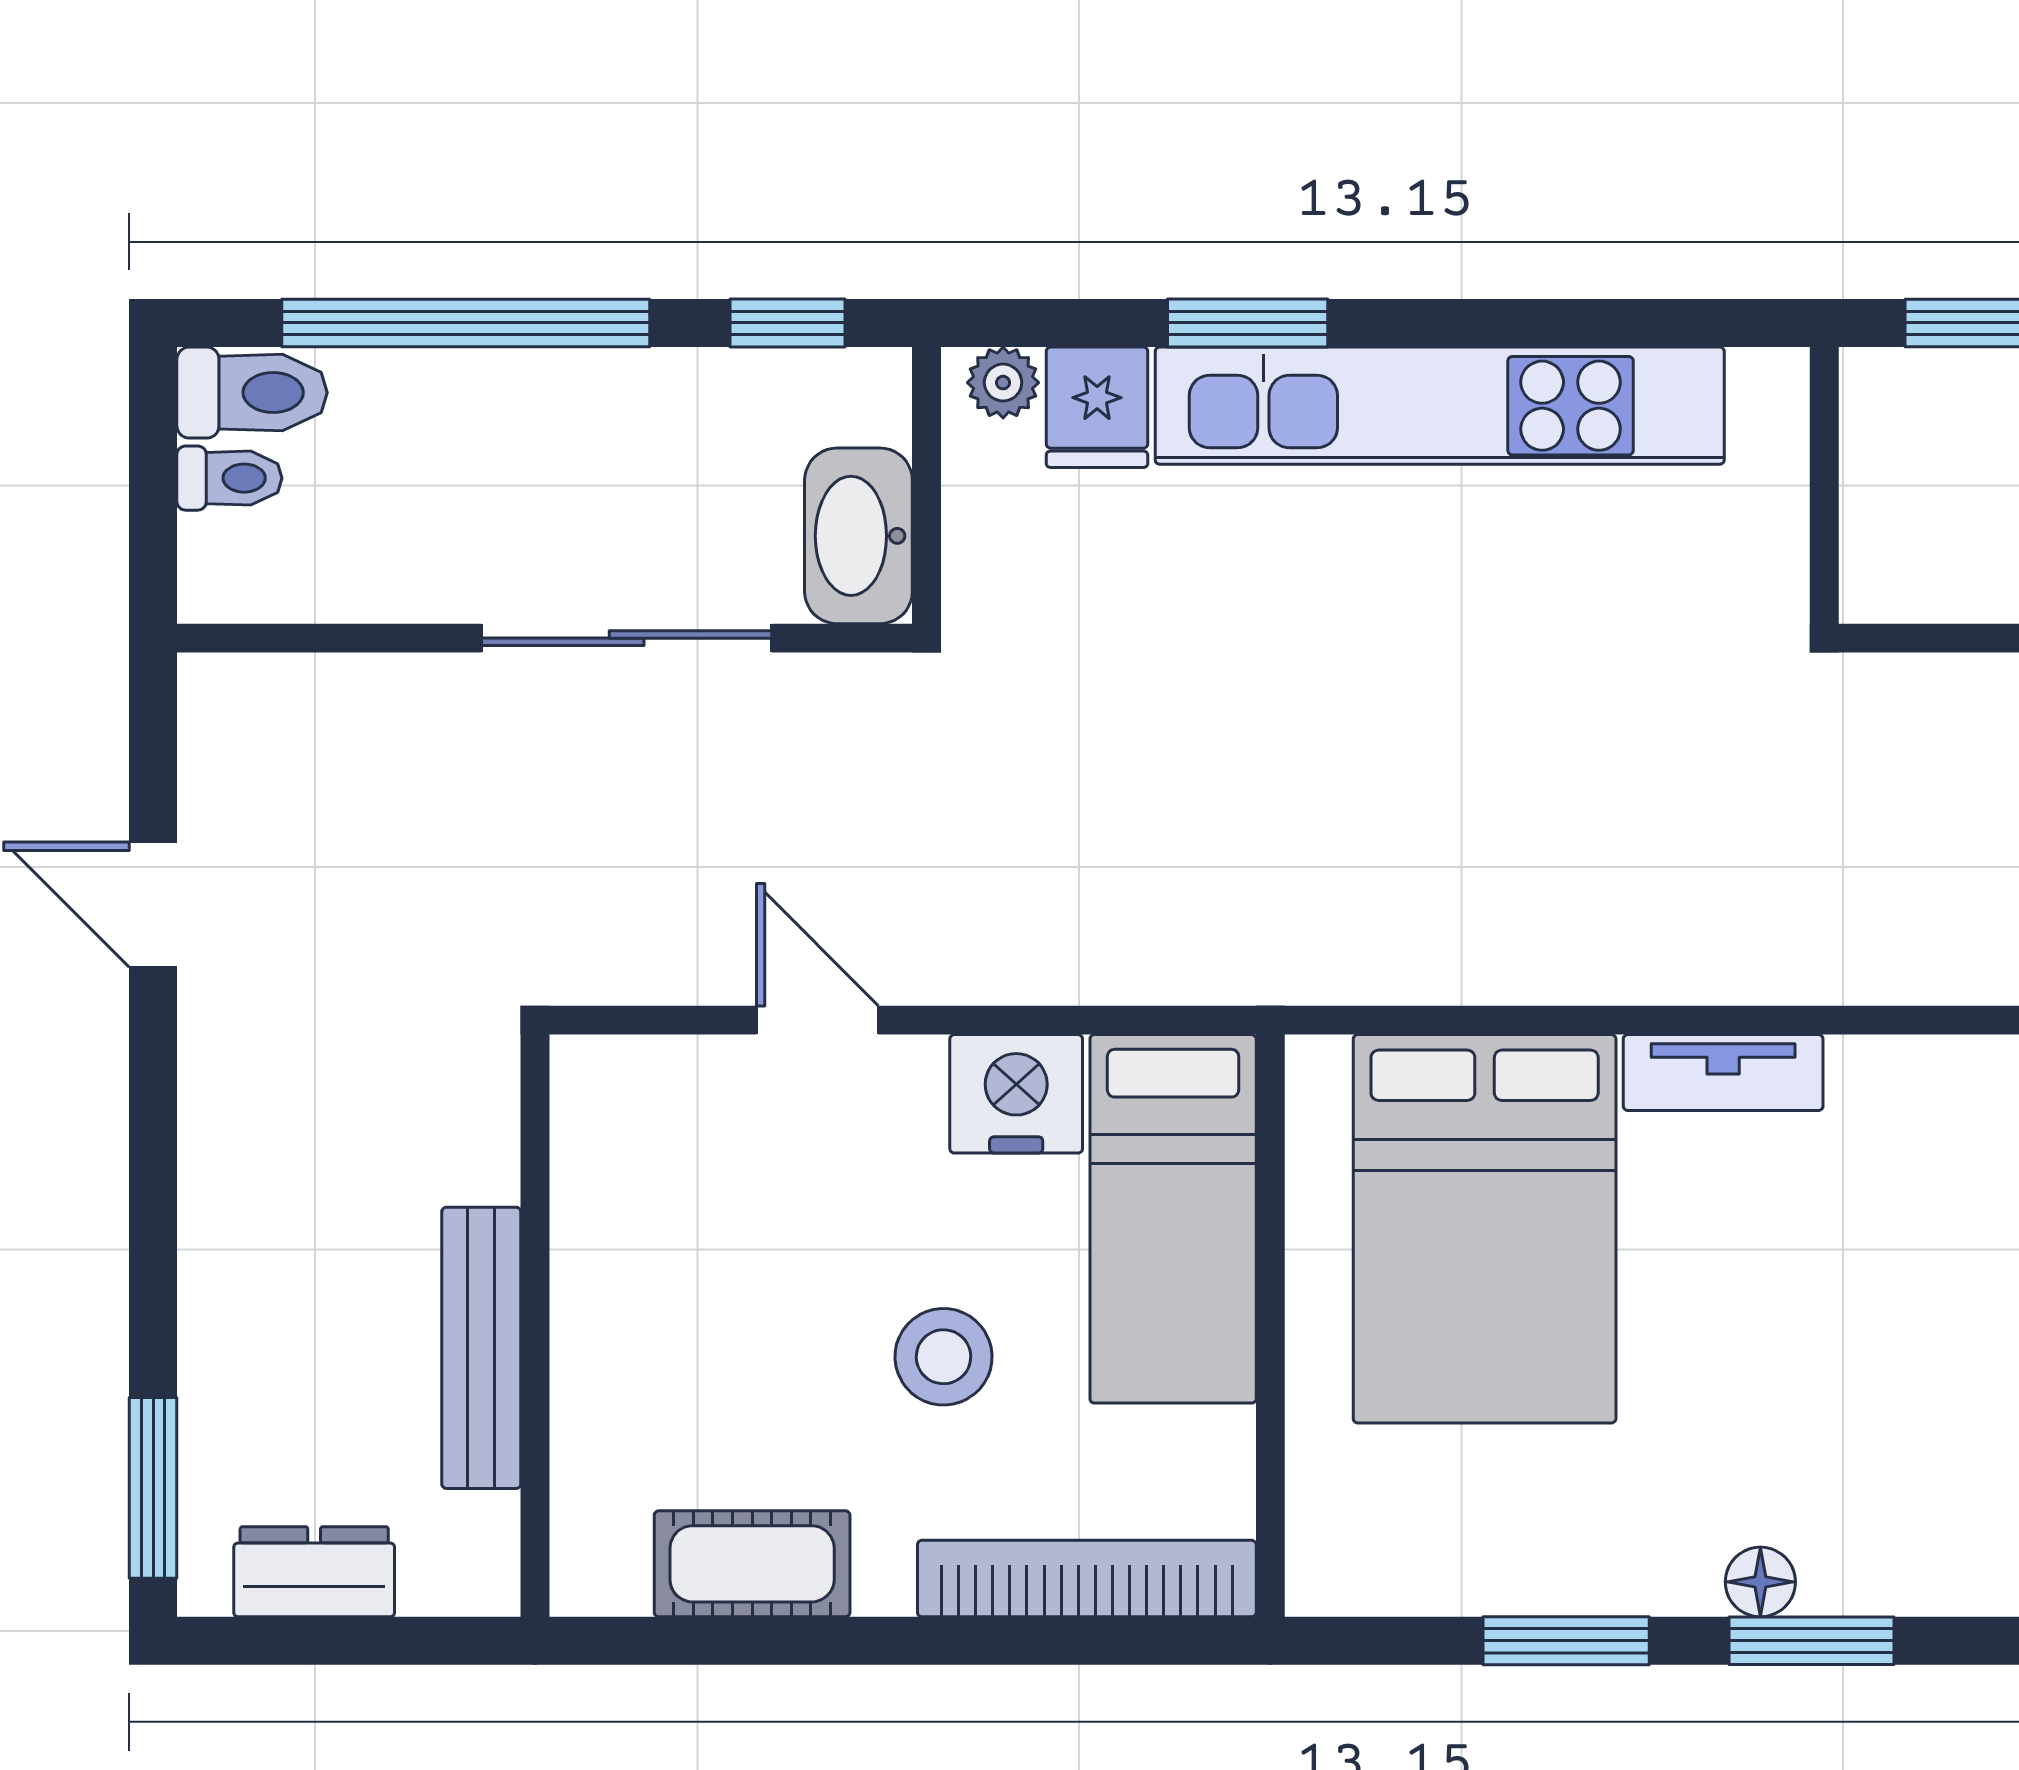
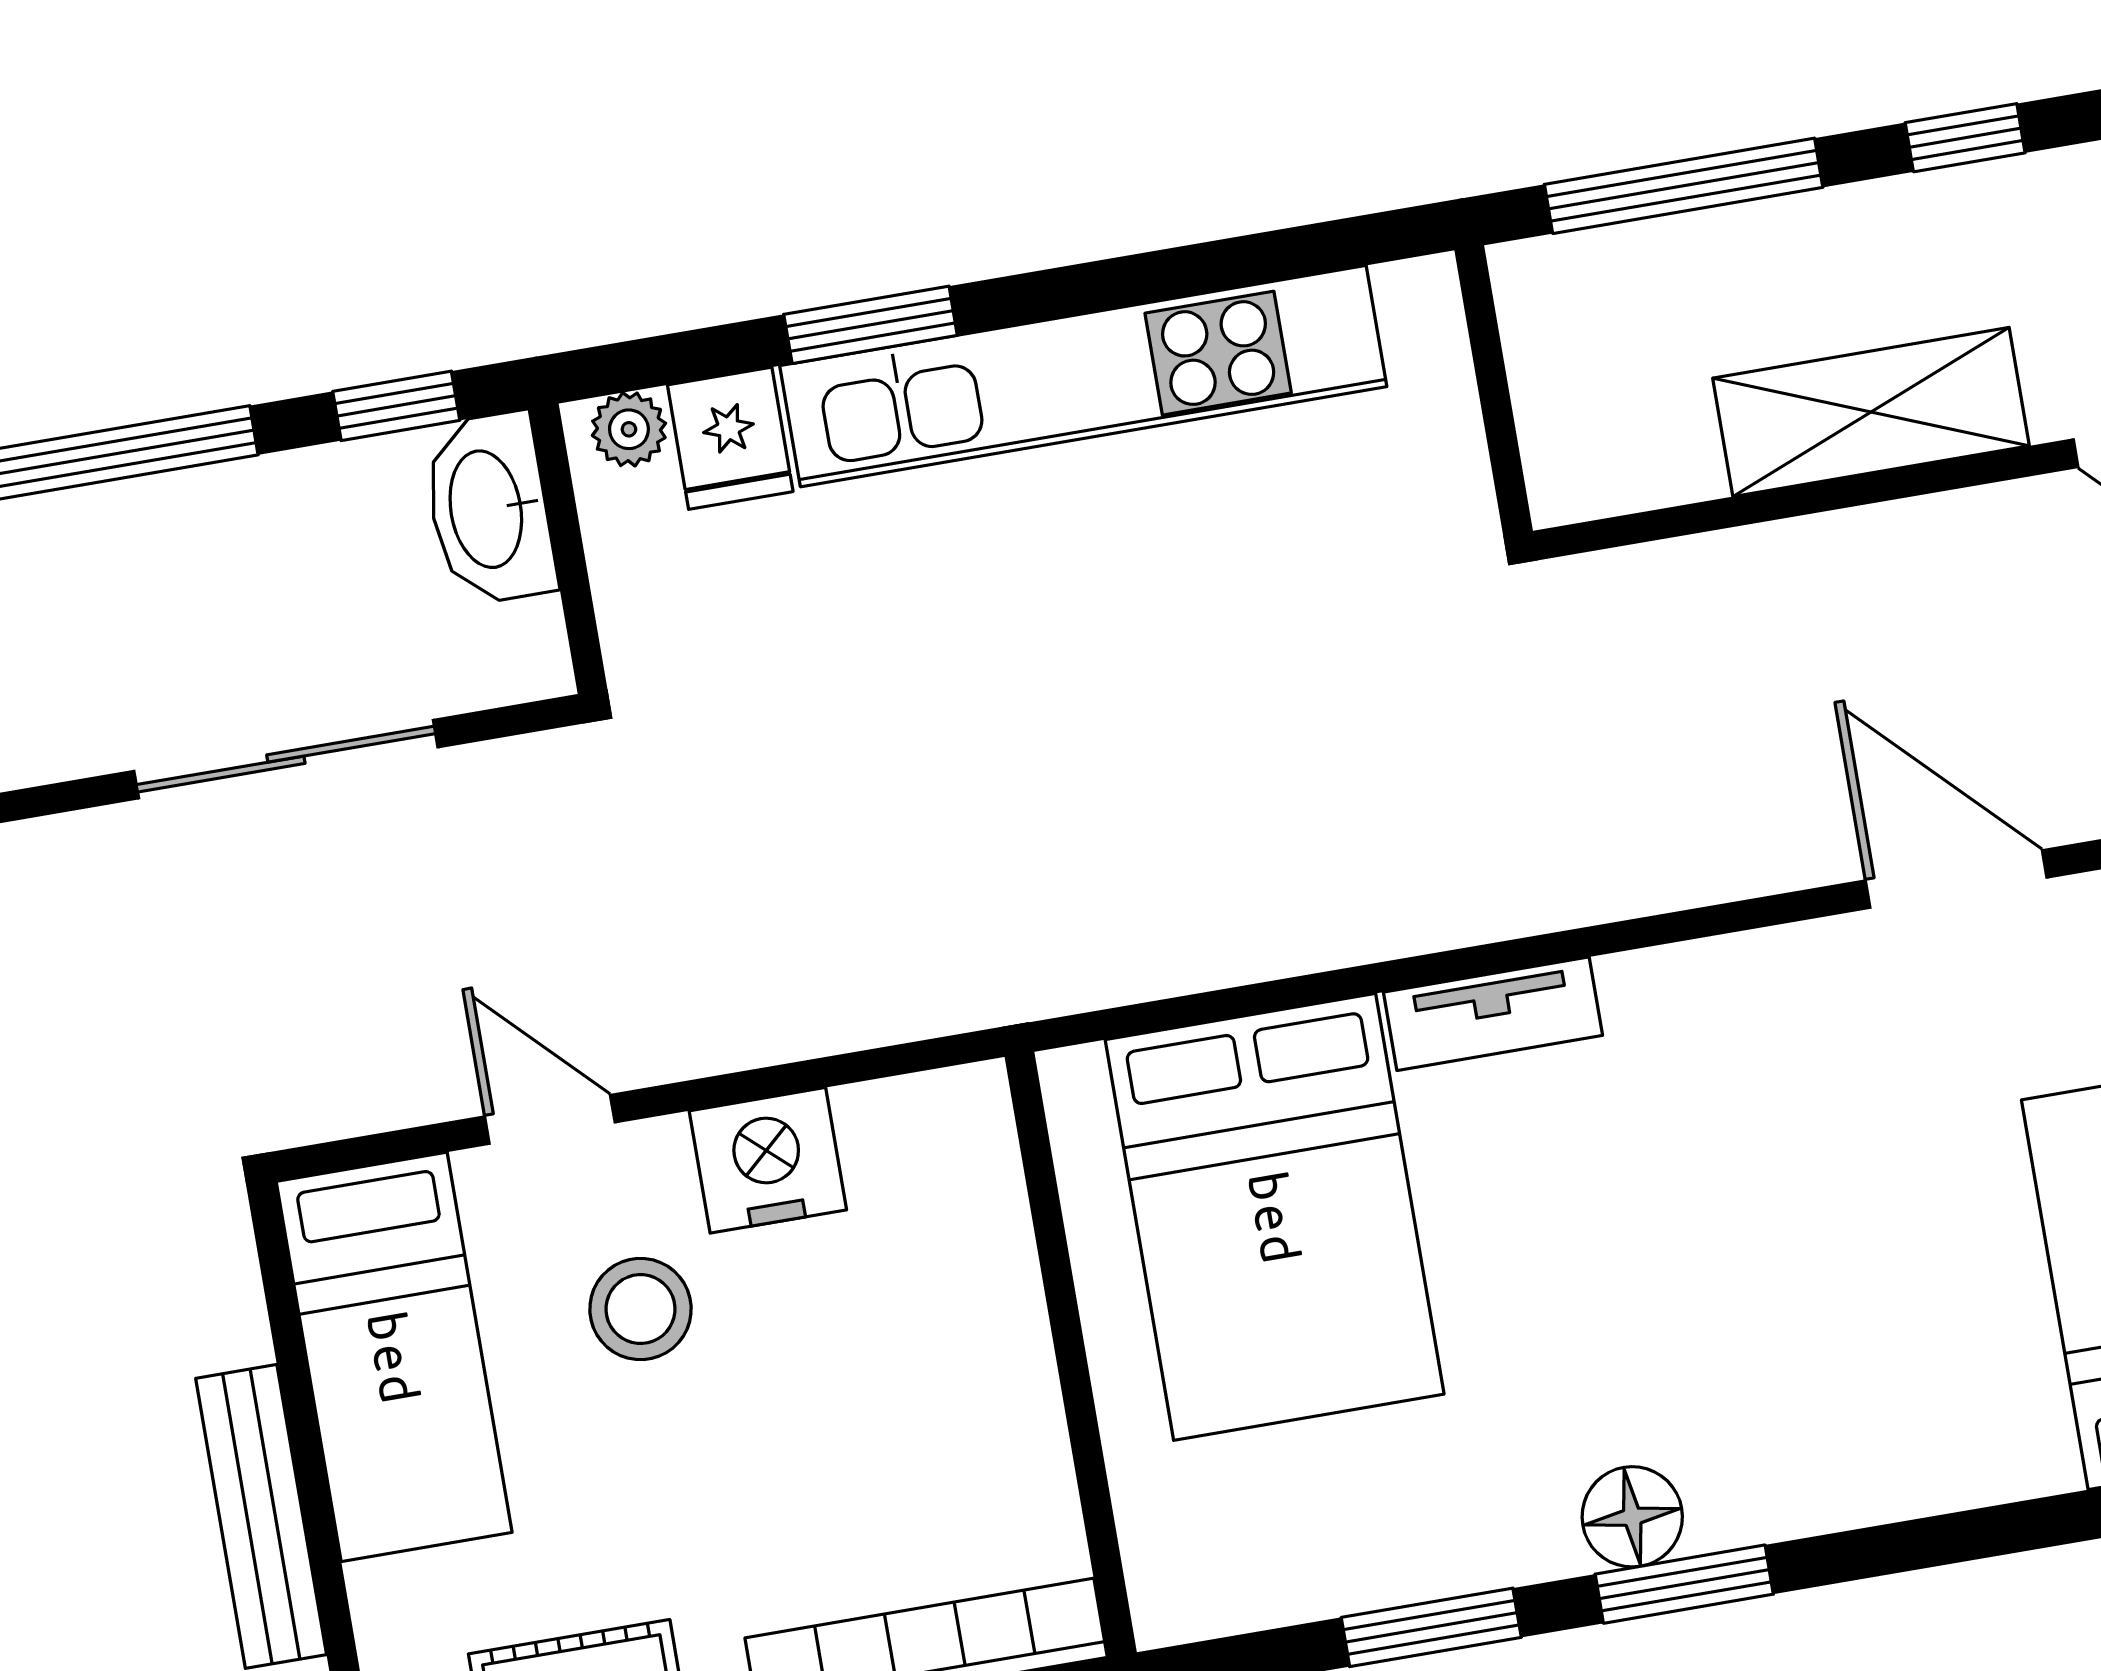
washbasin: (858, 536) -> (489, 509), moved
bed: (1173, 1219) -> (394, 1357), moved
stool: (944, 1357) -> (641, 1309), moved
floor lamp: (1760, 1582) -> (1632, 1517), width x1.37, depth x1.37

